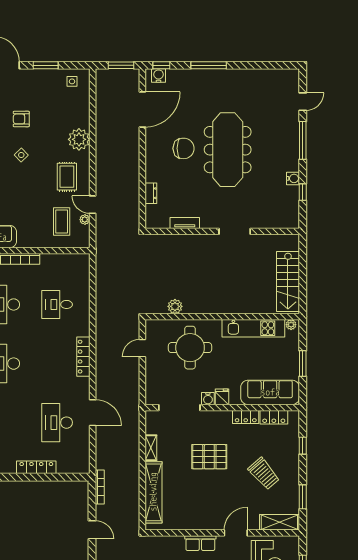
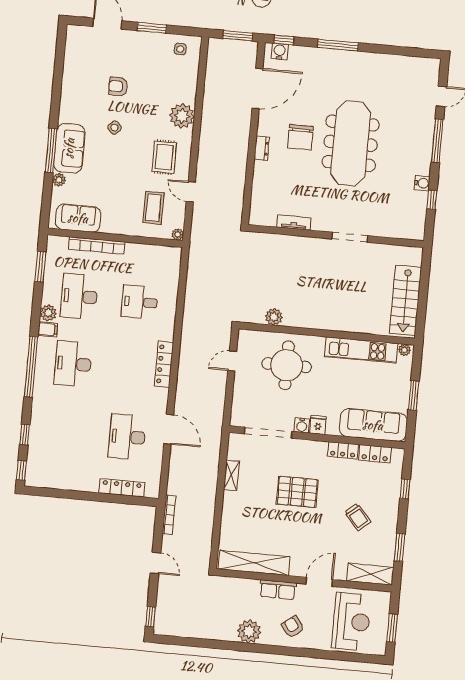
chair: (184, 148) -> (300, 137), turned 90
dresser: (151, 193) -> (262, 148), moved
plant: (85, 220) -> (178, 234), moved
locker: (36, 467) -> (122, 488), moved
trolley: (264, 474) -> (358, 517), width x0.73, depth x0.72
shelving: (153, 492) -> (254, 563), moved, turned 90

